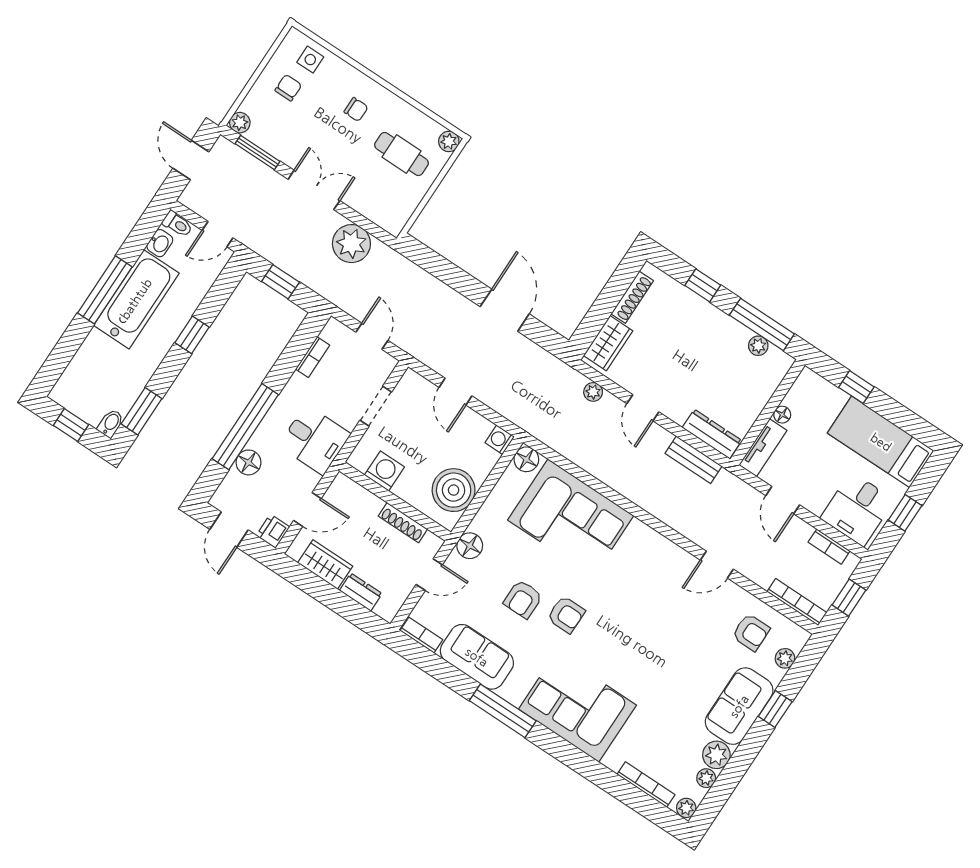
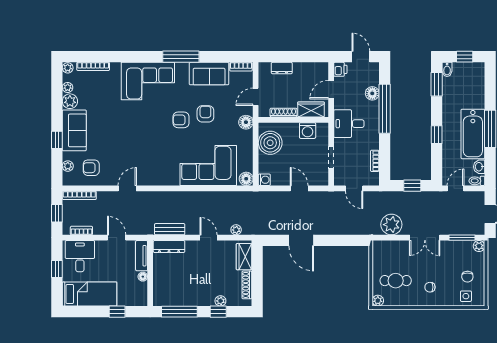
plant: (758, 346) -> (220, 301), moved
wardrobe: (325, 565) -> (311, 109), moved, turned 180

